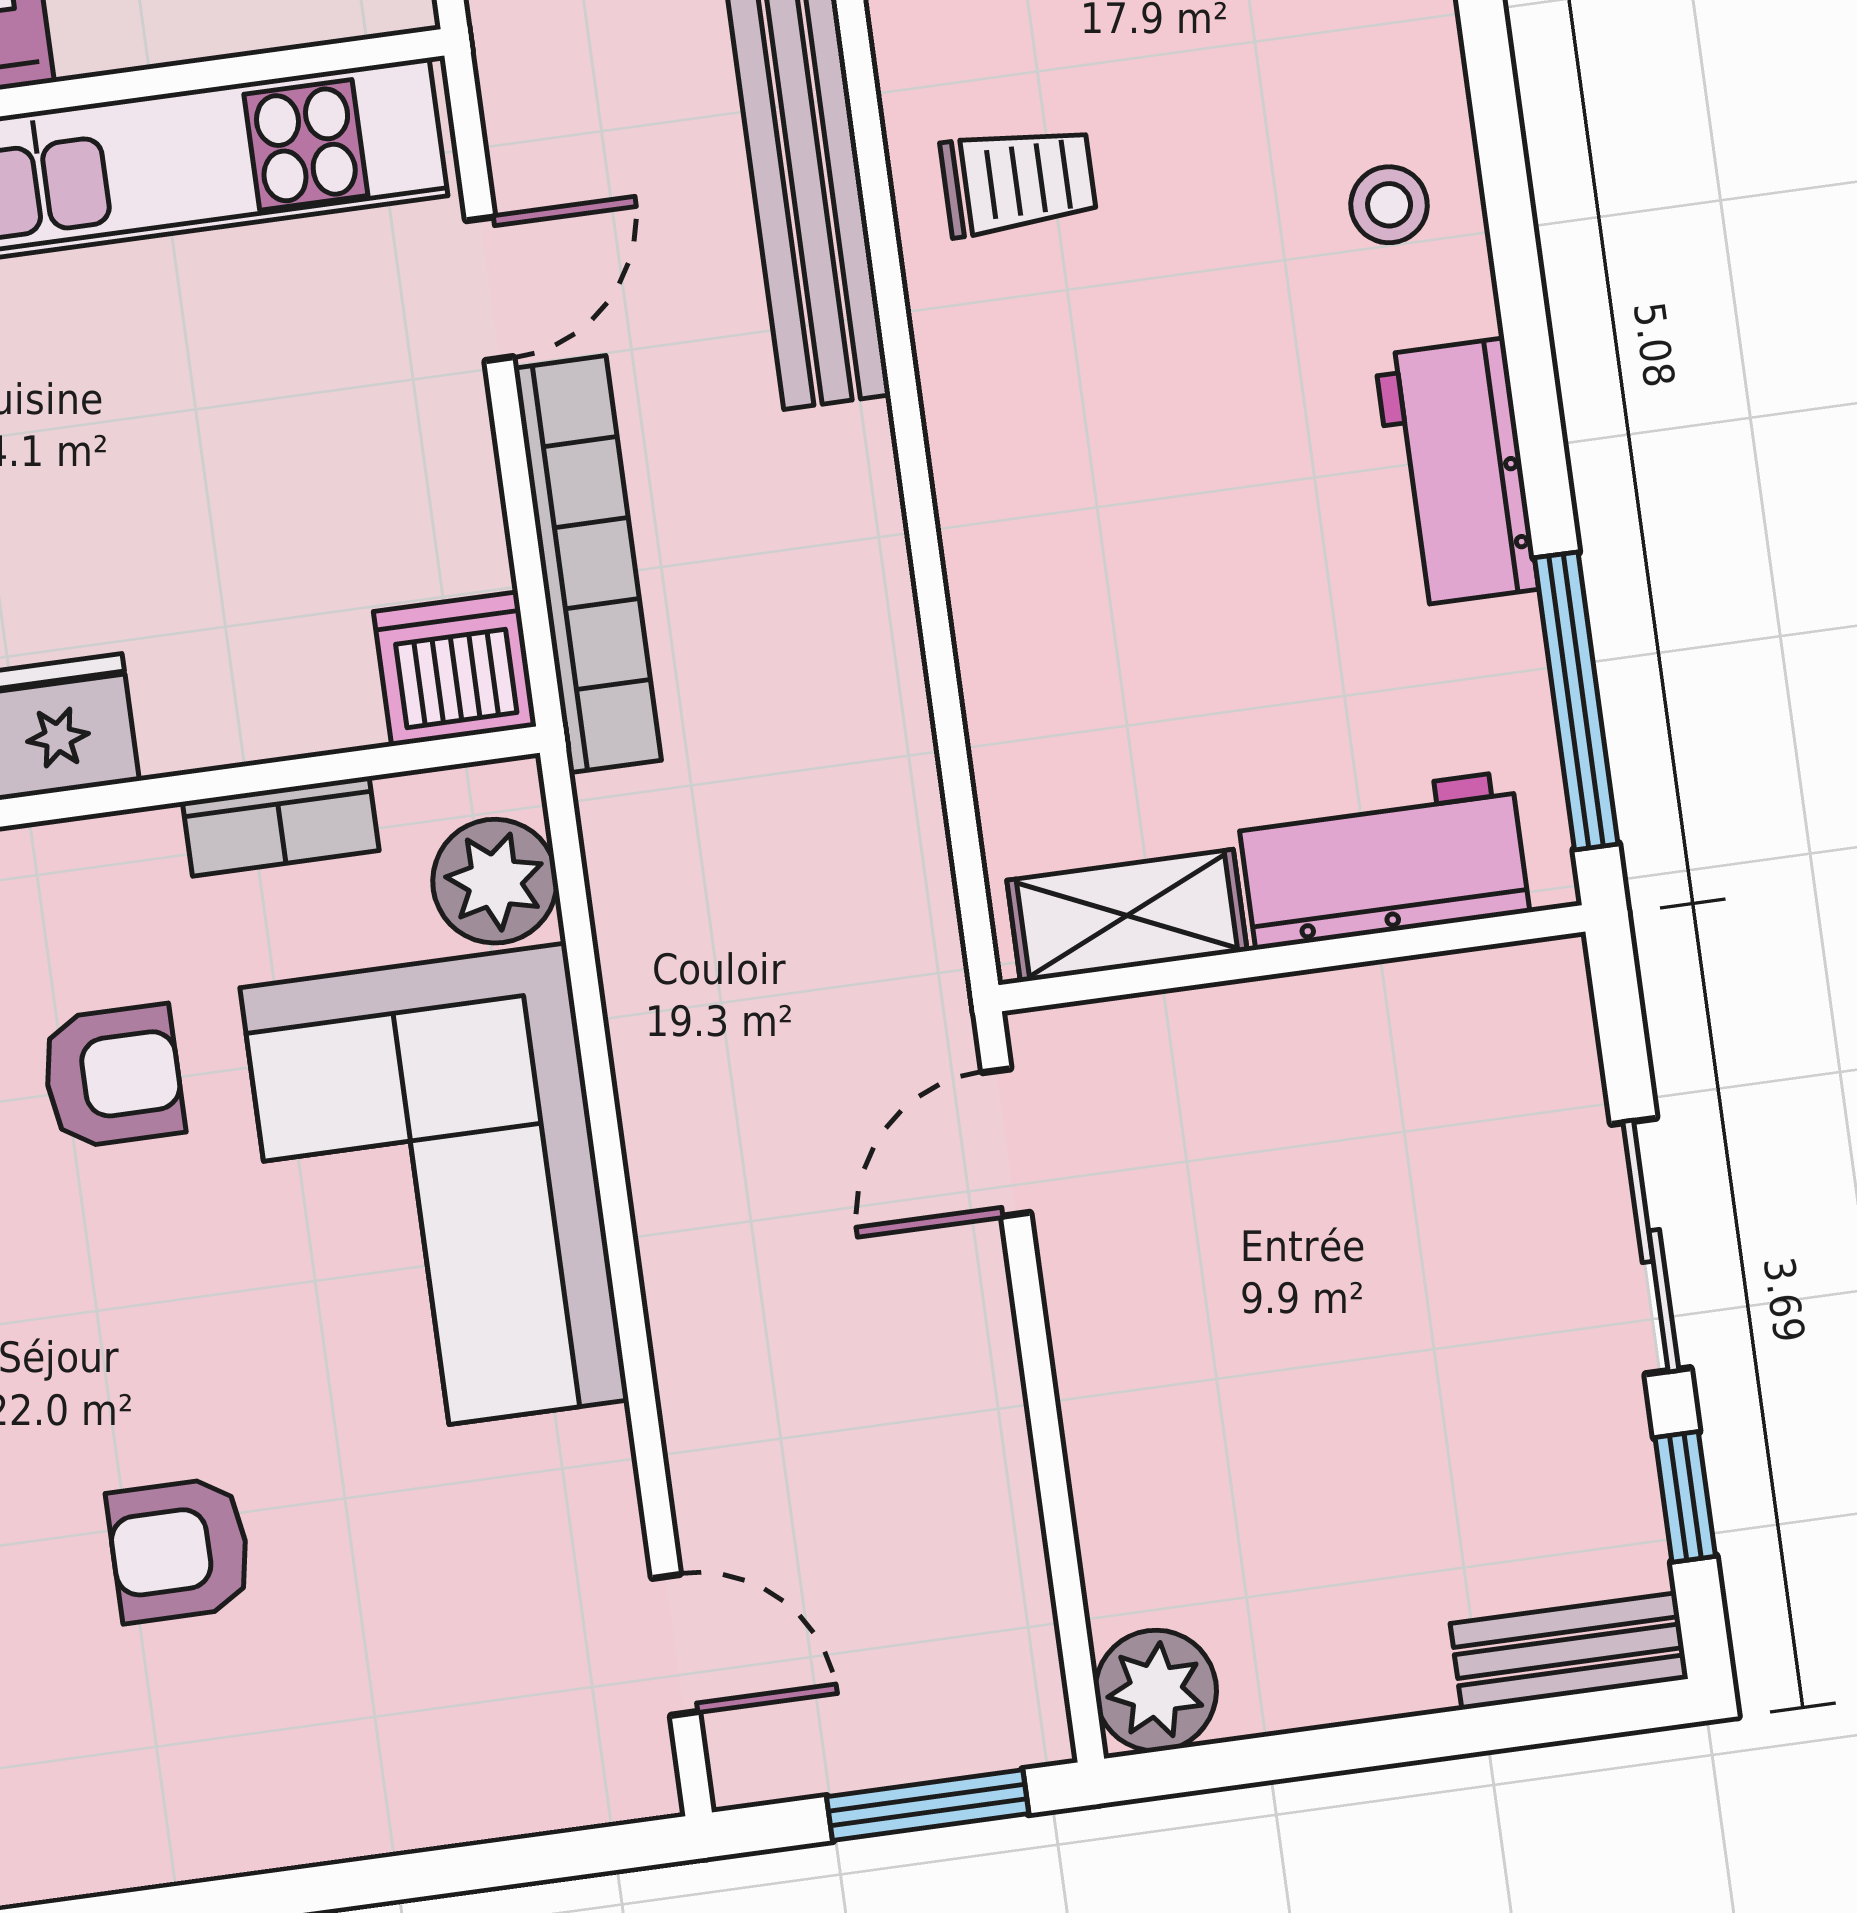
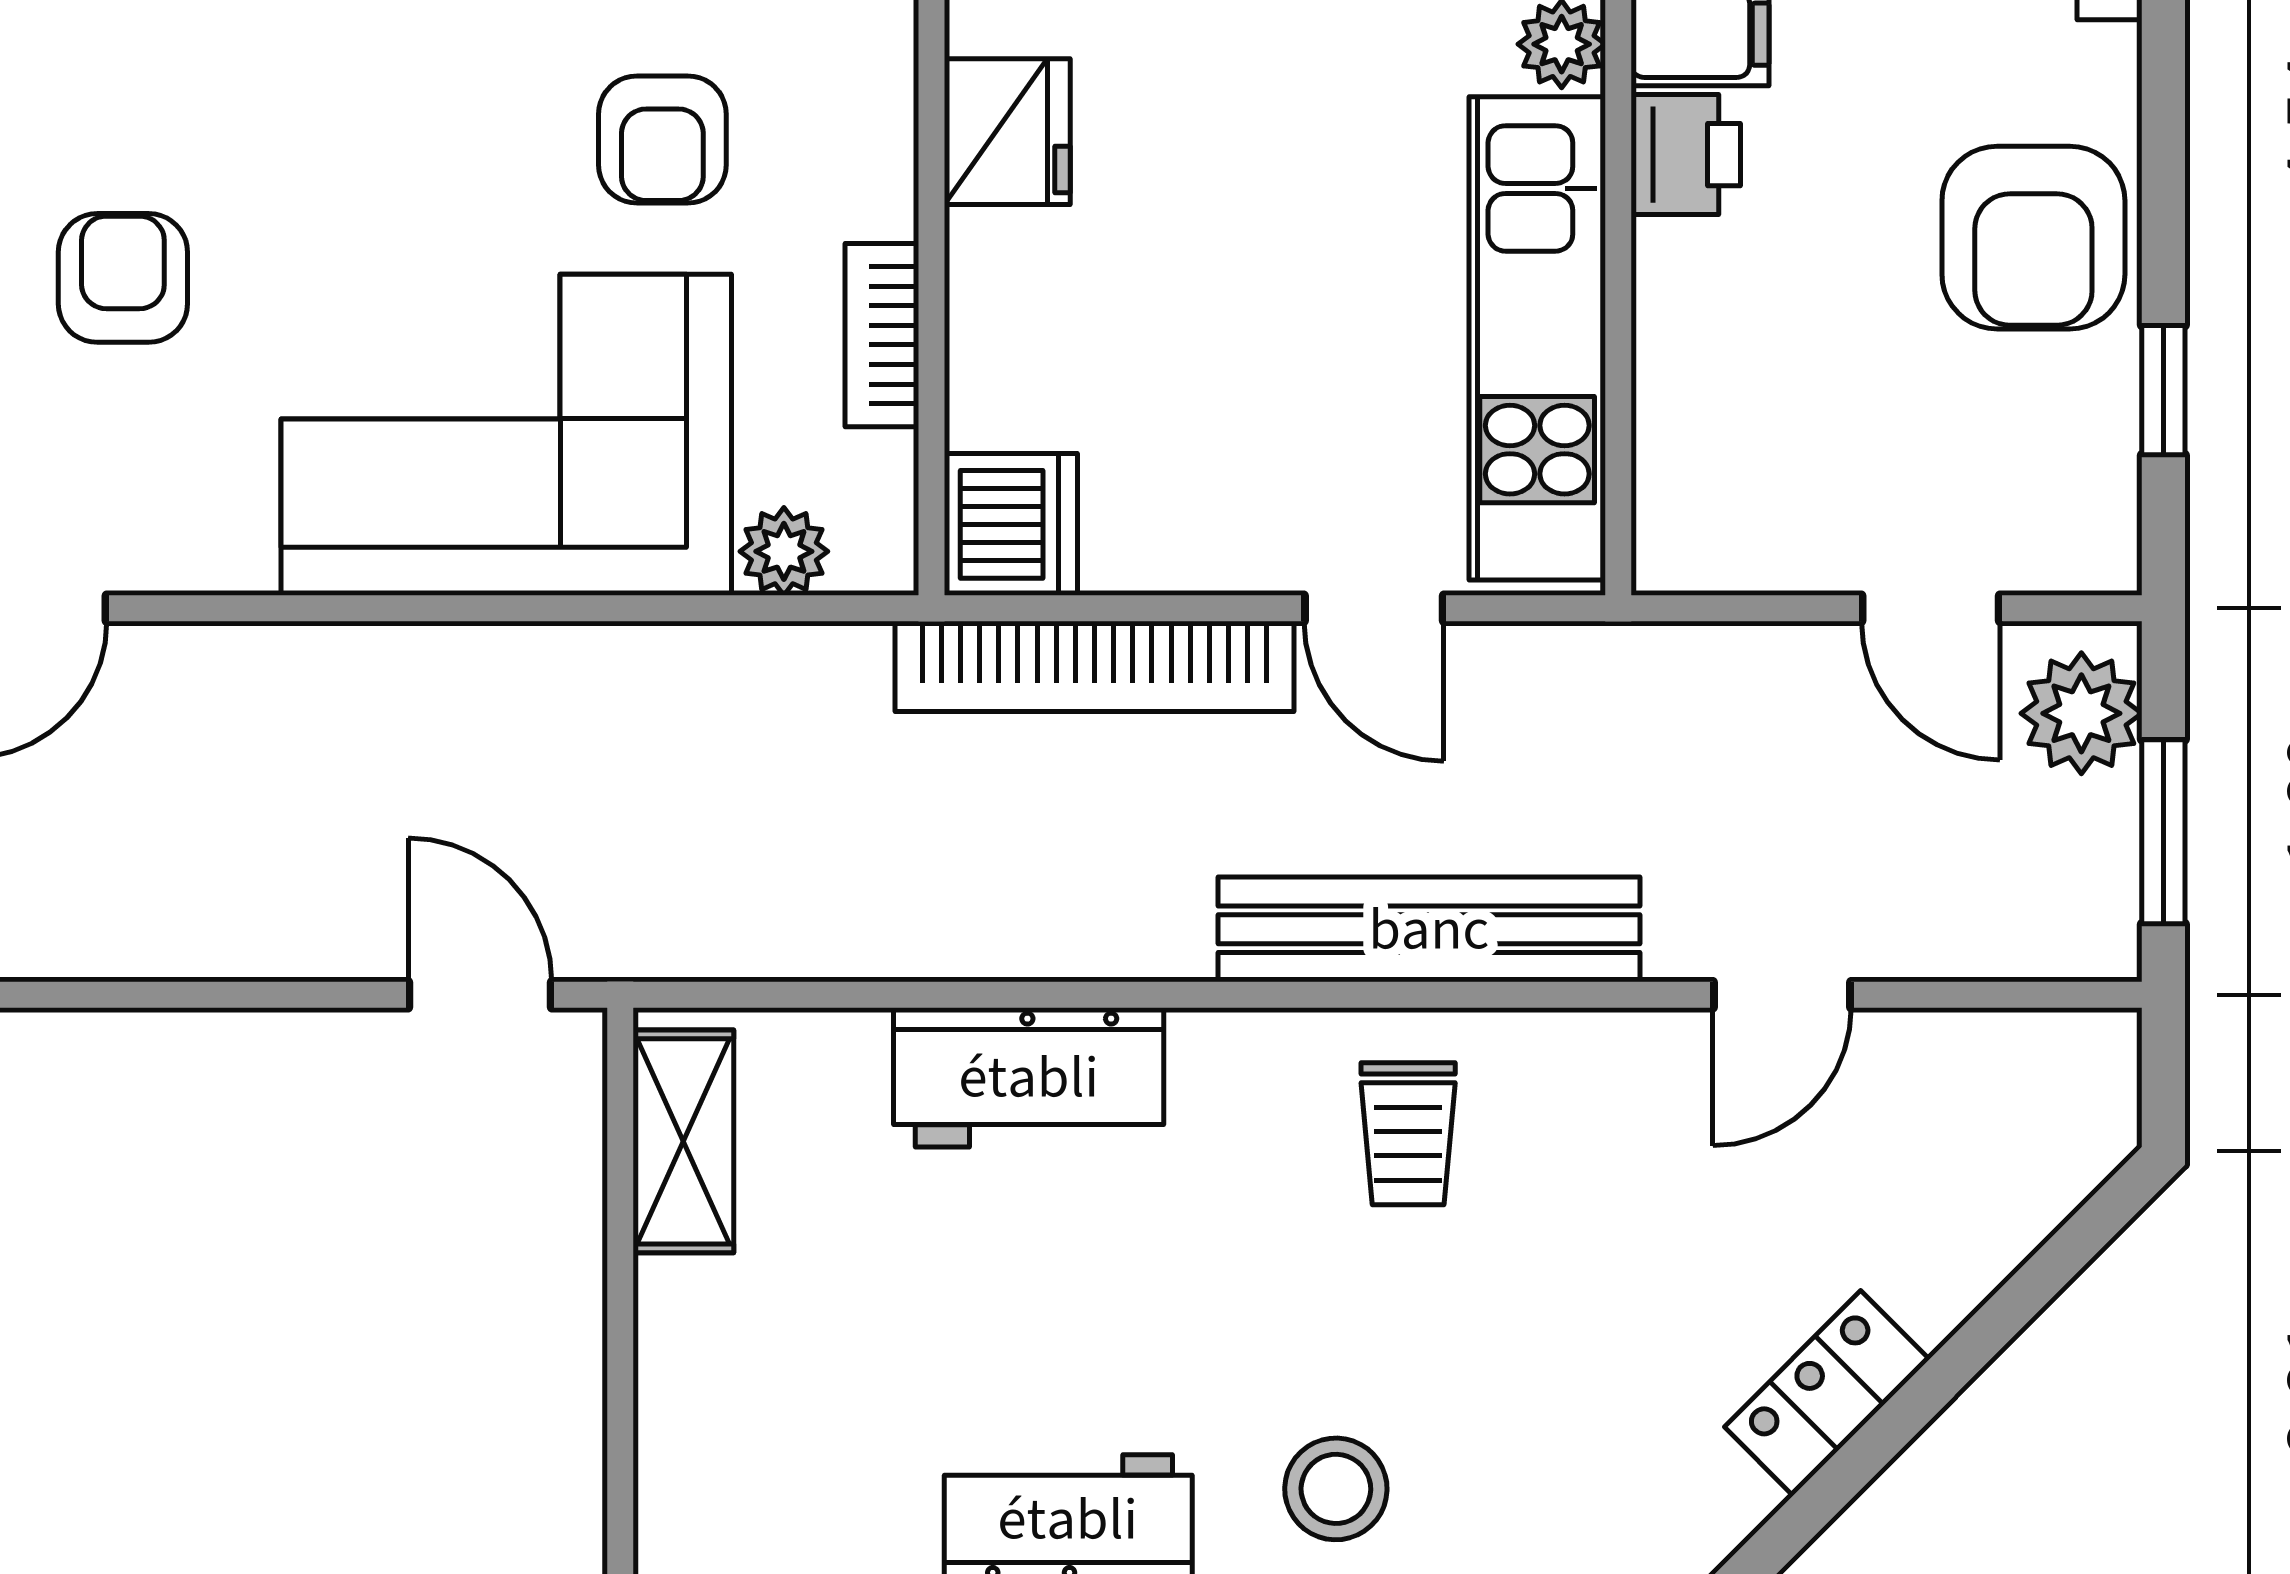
stool: (1389, 205) -> (1336, 1489), width x1.37, depth x1.37
workbench: (1383, 860) -> (1029, 1077), moved, turned 90
plant: (495, 881) -> (784, 551), width x0.73, depth x0.73
armchair: (180, 1550) -> (123, 278), moved

